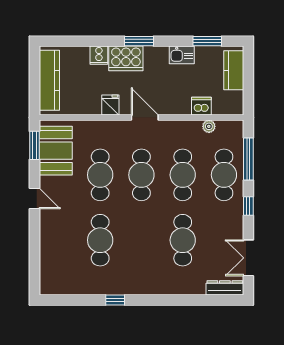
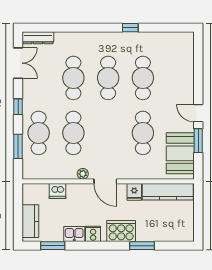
window: (139, 41) -> (142, 246), moved
cooker: (99, 55) -> (93, 234), moved
kitchen counter: (49, 80) -> (168, 192), moved, turned -90
plant: (209, 126) -> (83, 174), moved
window: (34, 145) -> (198, 141), moved
window: (248, 159) -> (18, 146), width x0.69
cafe table: (141, 175) -> (108, 78), moved

